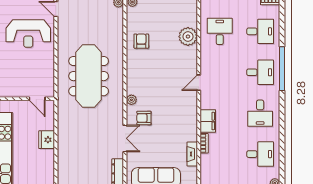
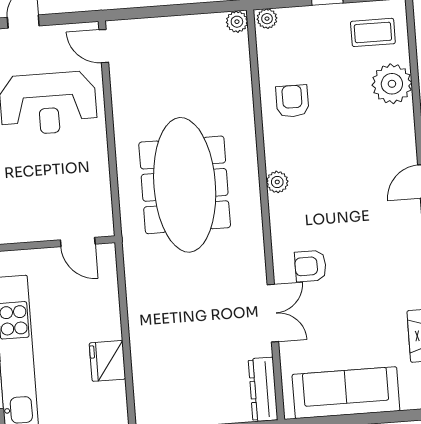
coffee table: (181, 12) -> (373, 32), added
plant: (131, 100) -> (277, 182), moved
fridge: (47, 140) -> (107, 361), moved

